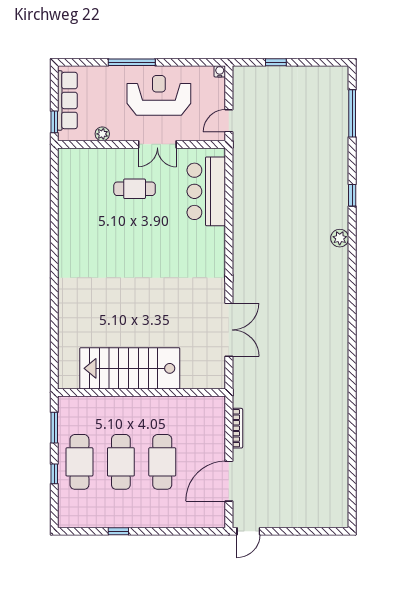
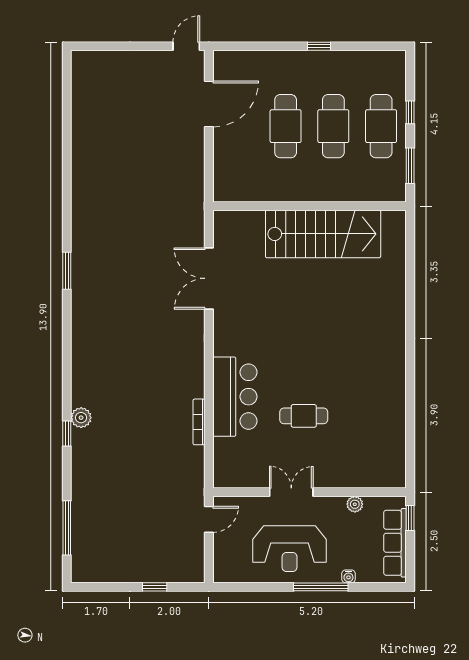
water cooler: (220, 71) -> (348, 576), moved
cafe table: (135, 189) -> (304, 416), moved
bar counter: (206, 191) -> (235, 397), moved
plant: (340, 238) -> (81, 418), moved
window: (352, 336) -> (67, 271), added
bookcase: (237, 428) -> (199, 422), moved
window: (118, 531) -> (319, 46), moved

